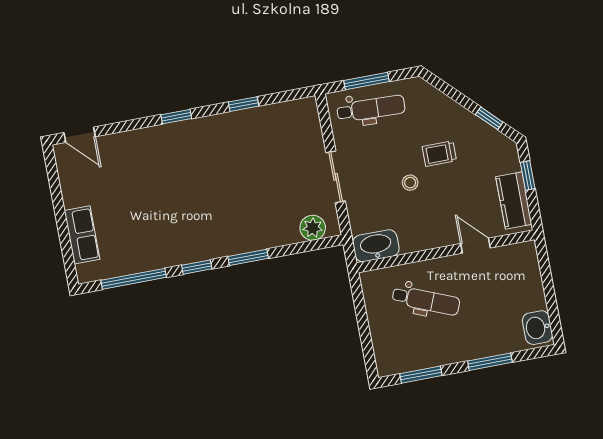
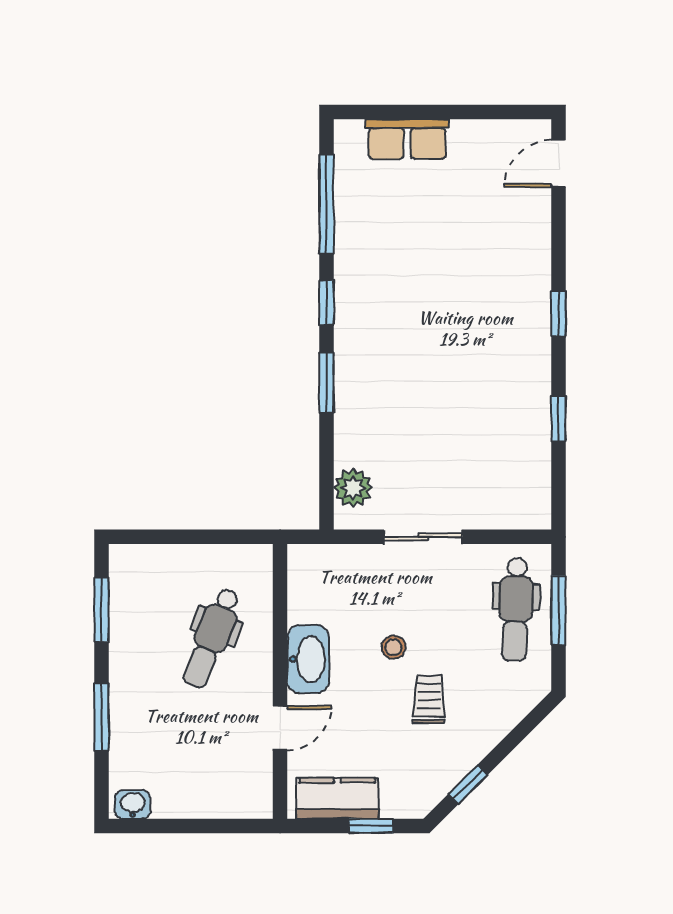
washbasin: (376, 246) -> (308, 659), moved
washbasin: (537, 328) -> (133, 804), width x0.72, depth x0.69

